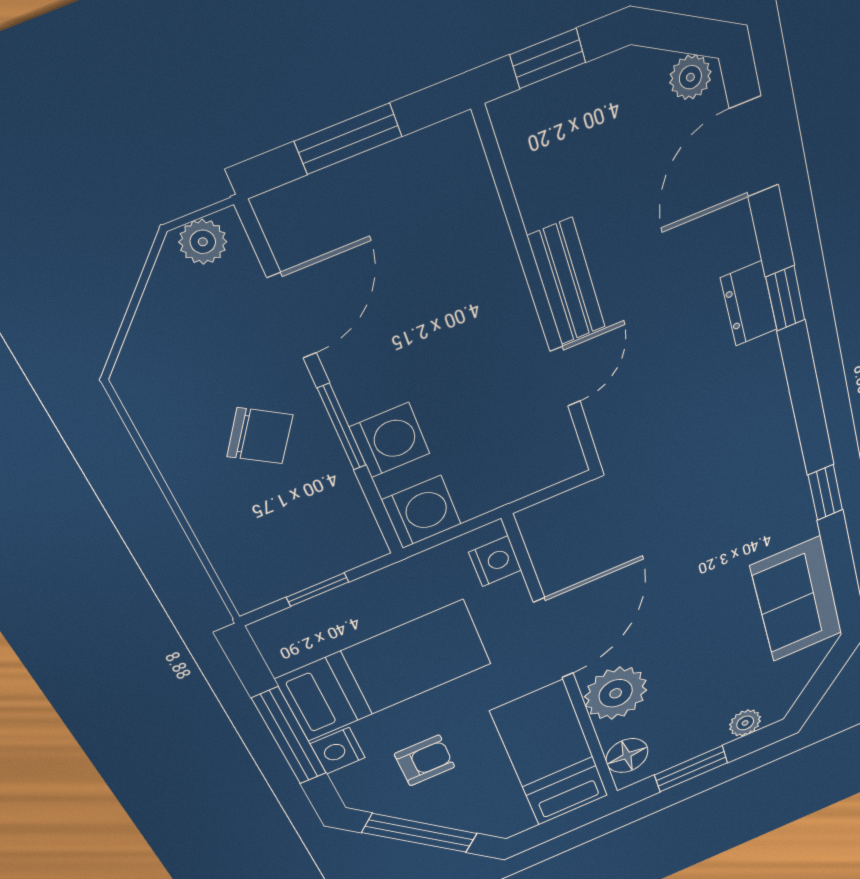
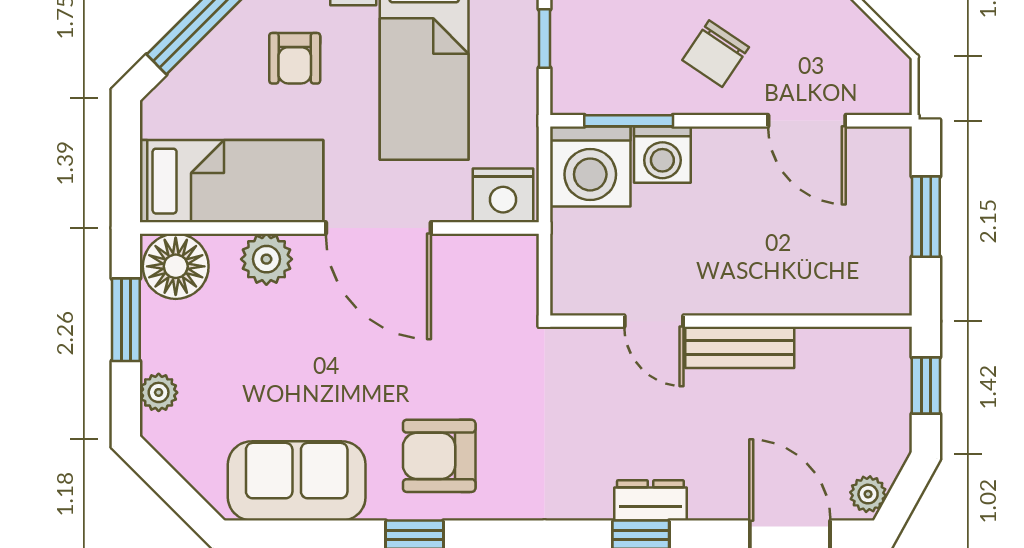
plant: (203, 242) -> (893, 81), removed
window: (342, 427) -> (629, 121), moved
armchair: (749, 504) -> (439, 456), added
washing machine: (422, 512) -> (590, 166), width x1.37, depth x1.37
nightstand: (495, 561) -> (503, 195), width x1.36, depth x1.33
plant: (616, 693) -> (266, 259), width x0.73, depth x0.73
floor lamp: (627, 756) -> (176, 266), width x1.38, depth x1.38

